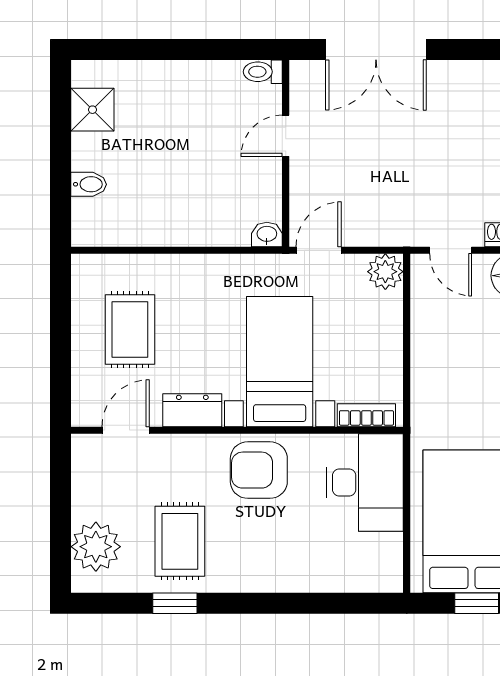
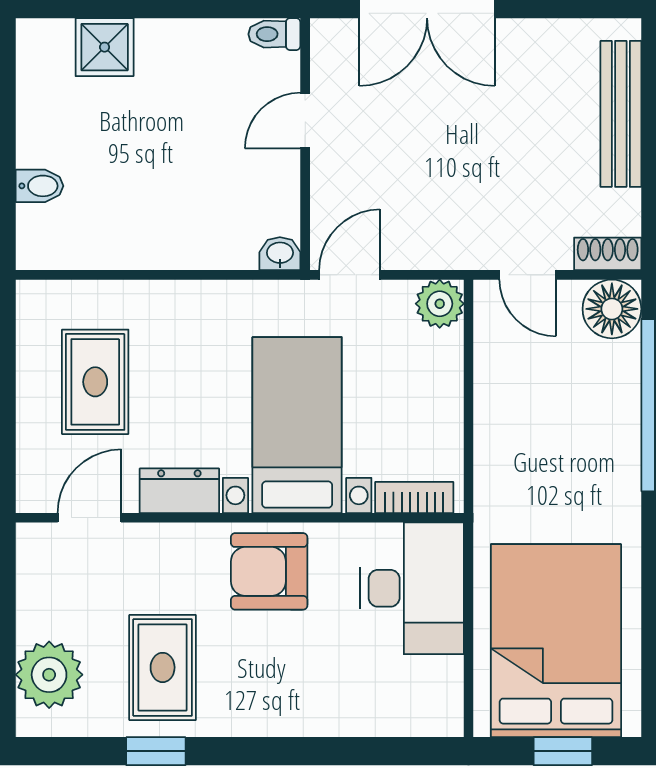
shower: (92, 110) -> (105, 47), moved

